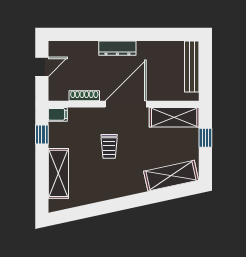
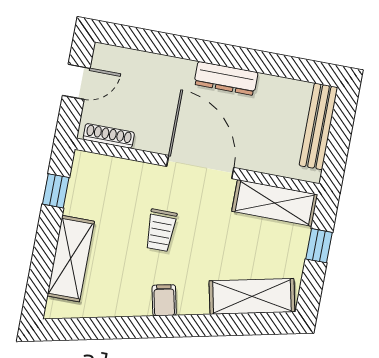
dresser: (117, 48) -> (226, 78), moved
shoe rack: (84, 96) -> (109, 136), moved
door: (126, 104) -> (200, 167), hinge flipped
filing cabinet: (58, 114) -> (164, 300), moved, turned -102

